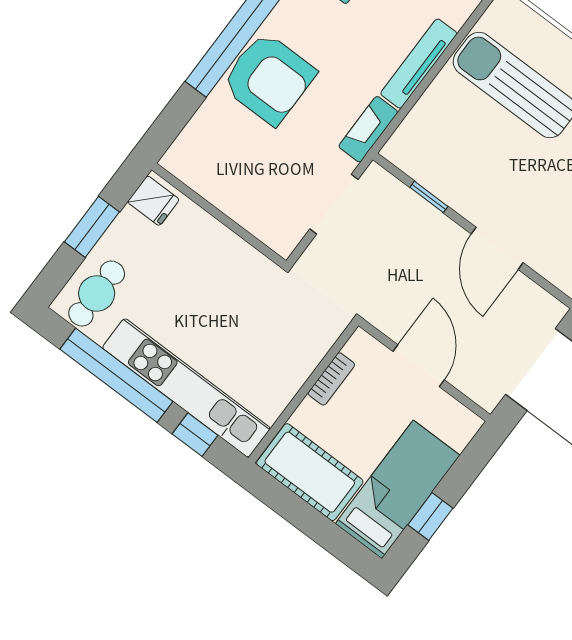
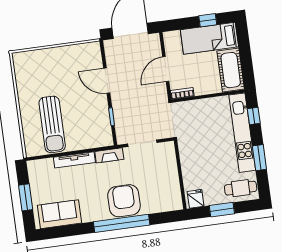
door: (497, 248) -> (107, 81), swing flipped
window: (116, 375) -> (259, 158), width x0.47
bookcase: (331, 379) -> (182, 93), moved

